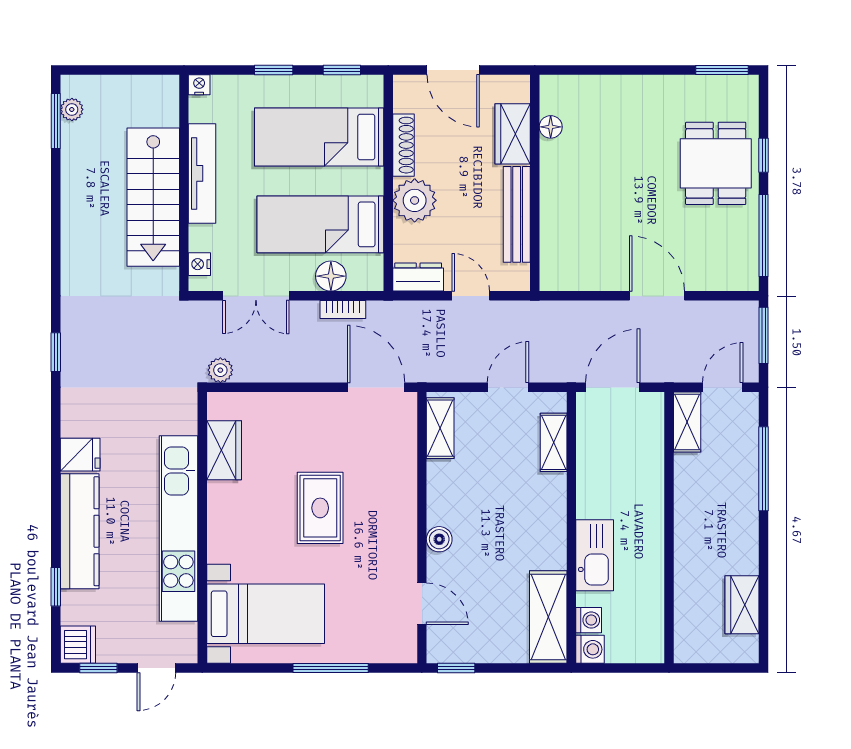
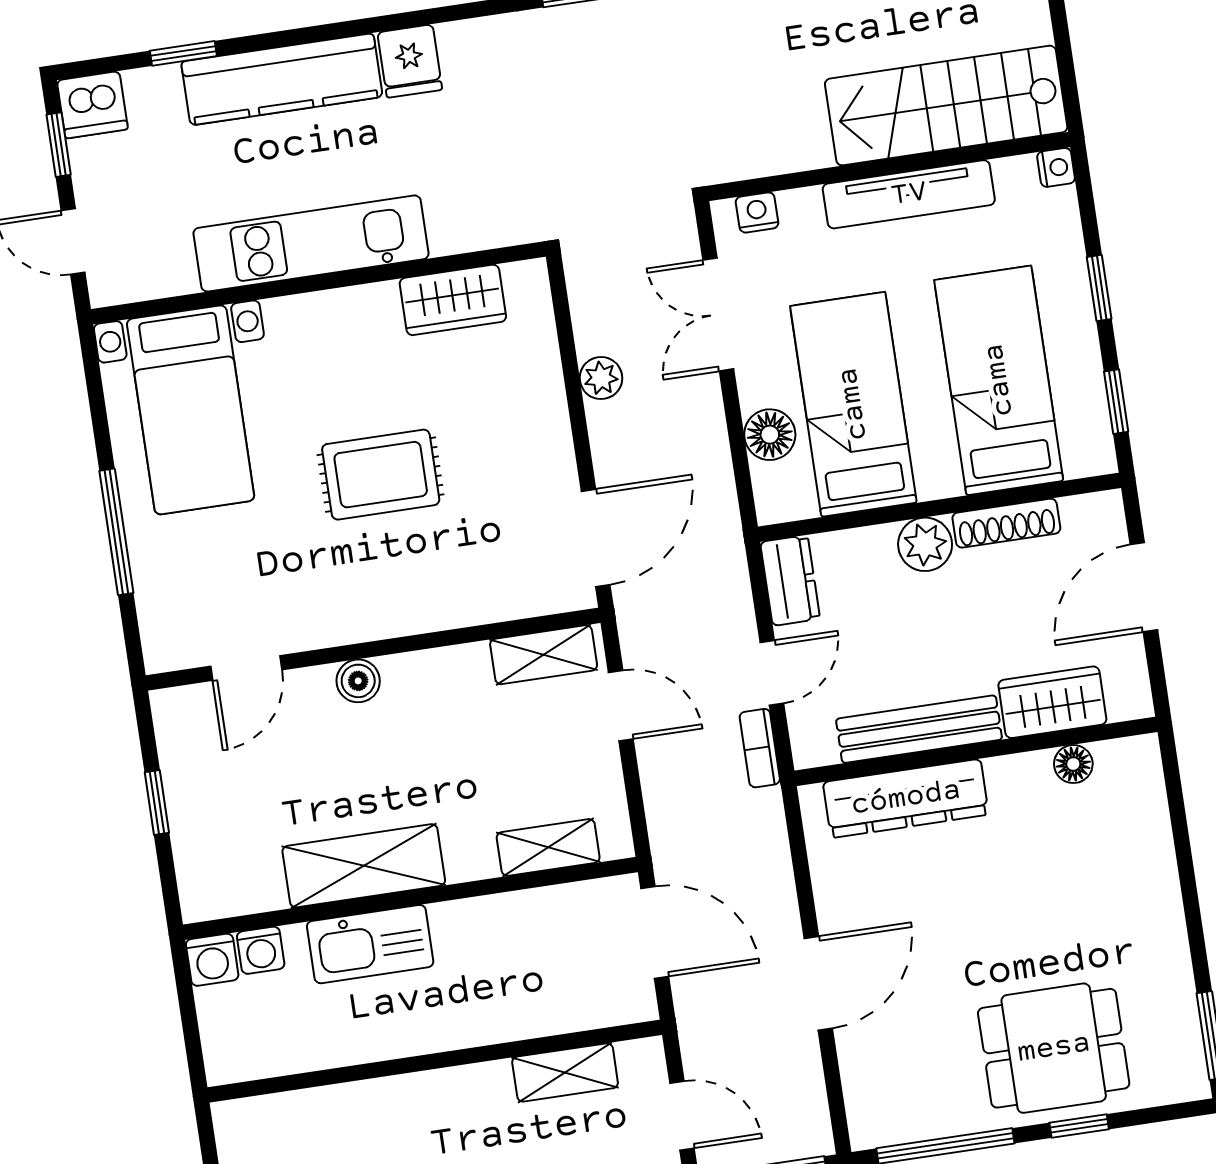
stairs: (153, 197) -> (946, 106), moved
plant: (415, 200) -> (925, 544), width x0.73, depth x0.73
dresser: (556, 228) -> (906, 798), added
bookcase: (343, 309) -> (760, 748), moved
plant: (220, 370) -> (601, 378), moved
door: (508, 387) -> (621, 706), moved
shelving: (687, 422) -> (565, 1072), moved
kitchen unit: (178, 529) -> (311, 243), width x0.73
shelving: (548, 617) -> (364, 866), moved
window: (456, 668) -> (157, 802), moved

